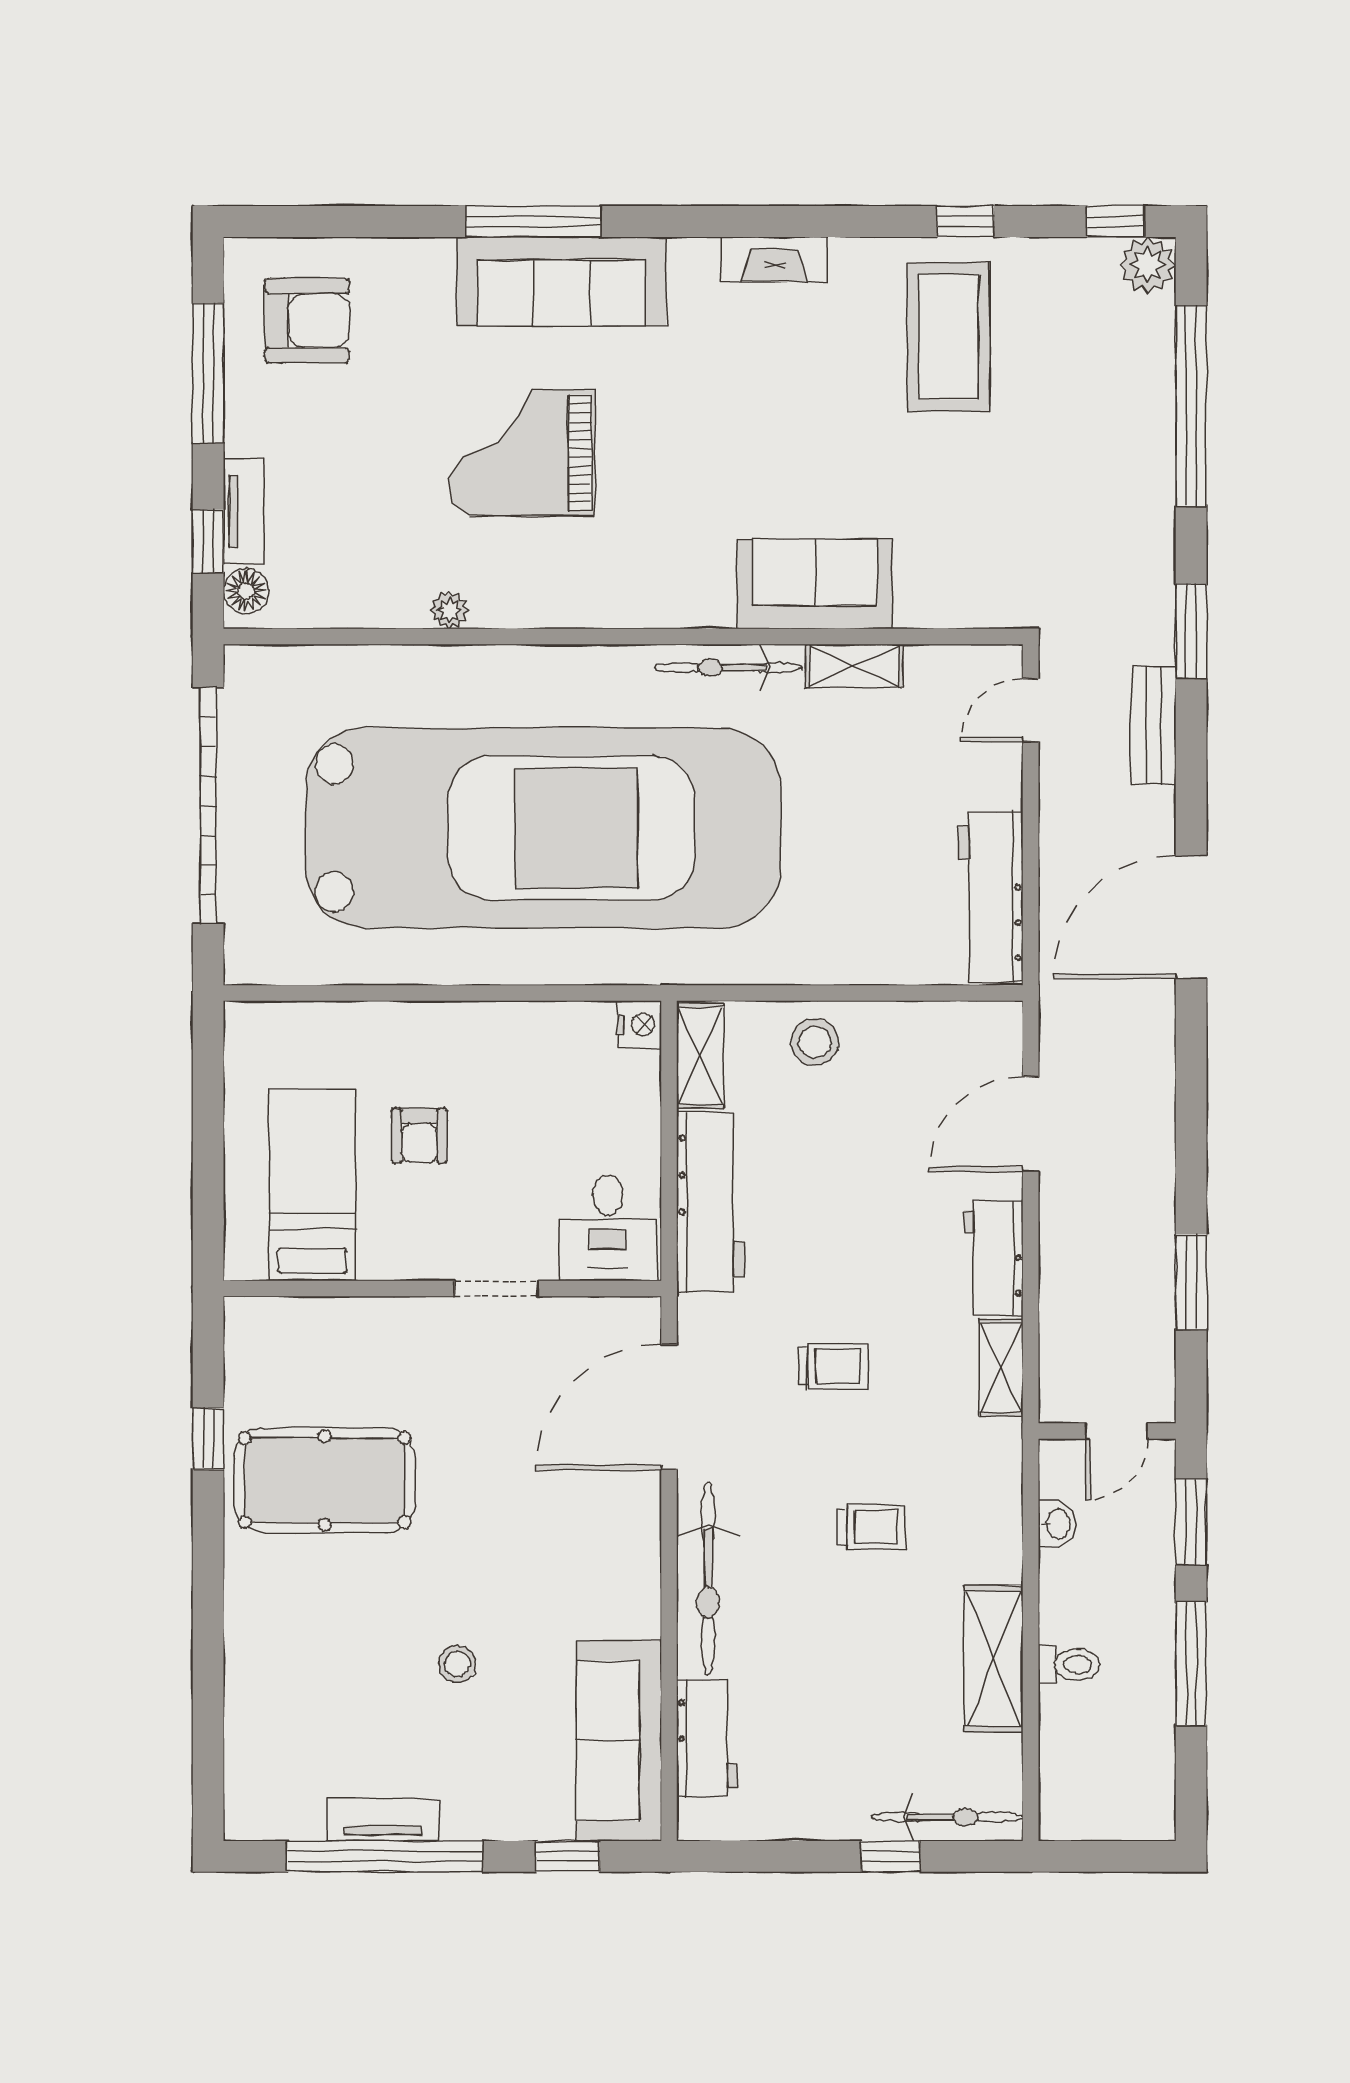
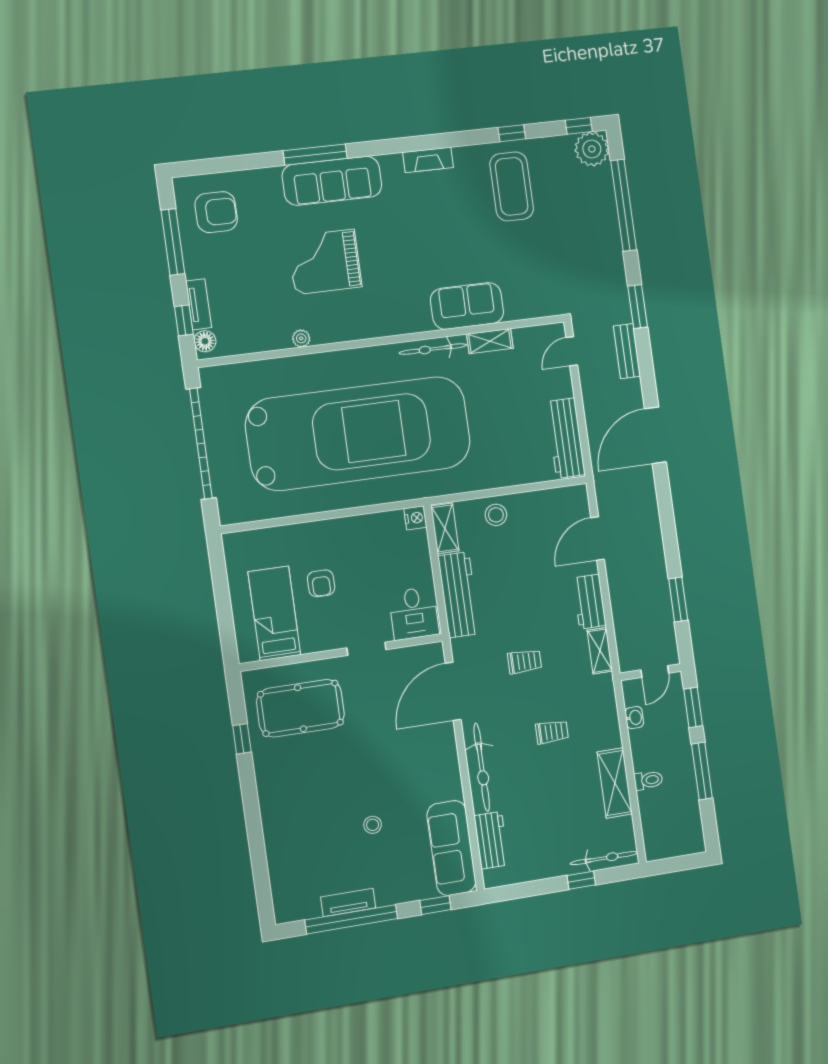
plant: (1148, 265) -> (592, 149), width x1.36, depth x1.36
pool table: (325, 1480) -> (300, 708), moved

